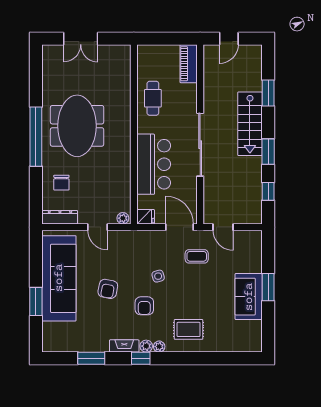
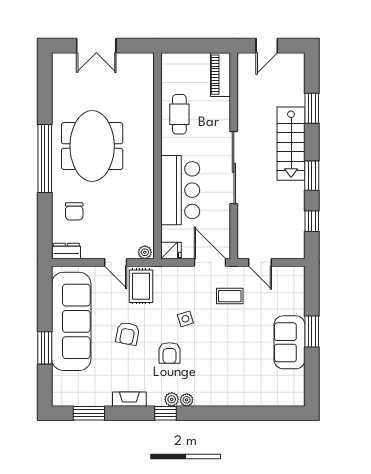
dresser: (60, 217) -> (66, 251), width x0.70
rug: (189, 329) -> (141, 286), moved, turned 90
fireplace: (124, 346) -> (129, 399), moved
window: (91, 358) -> (89, 413), moved

